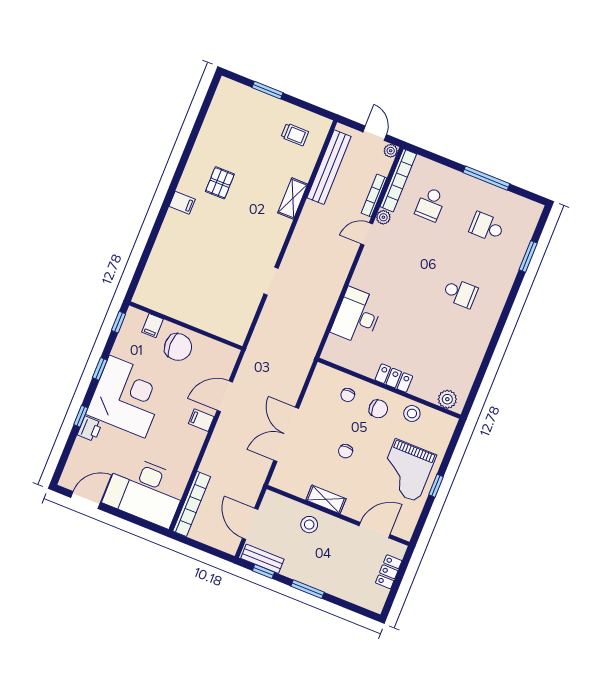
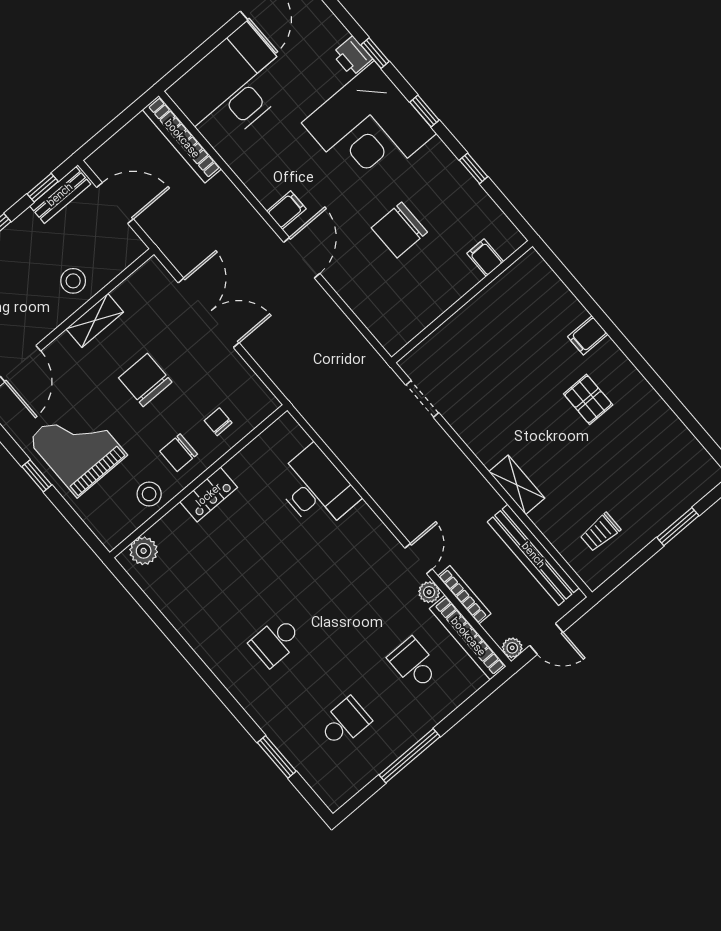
filing cabinet: (153, 326) -> (485, 258), moved
wall: (186, 326) -> (462, 302), moved
chair: (346, 451) -> (145, 380), width x1.87, depth x1.87

